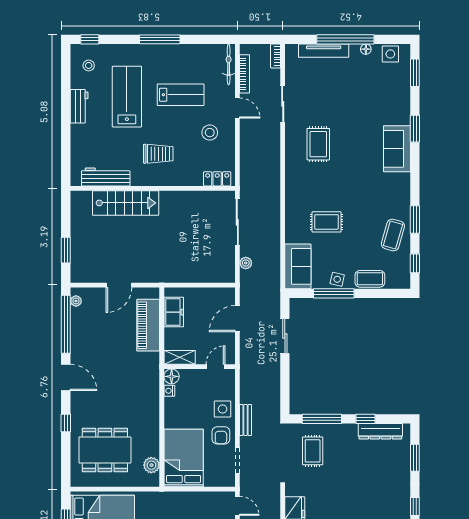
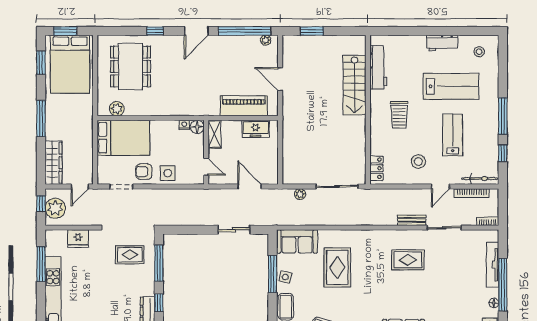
window: (90, 39) -> (503, 153), moved
lab bench: (181, 95) -> (453, 135), turned 180
rug: (327, 222) -> (337, 267), width x1.36, depth x1.43
bench: (246, 420) -> (412, 220), moved

